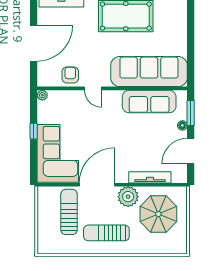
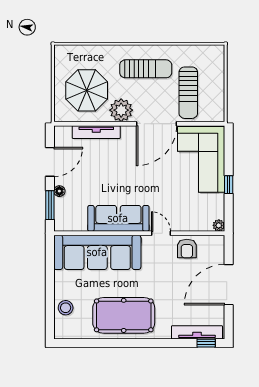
stool: (177, 23) -> (66, 308), added
sofa: (149, 101) -> (118, 218), moved

